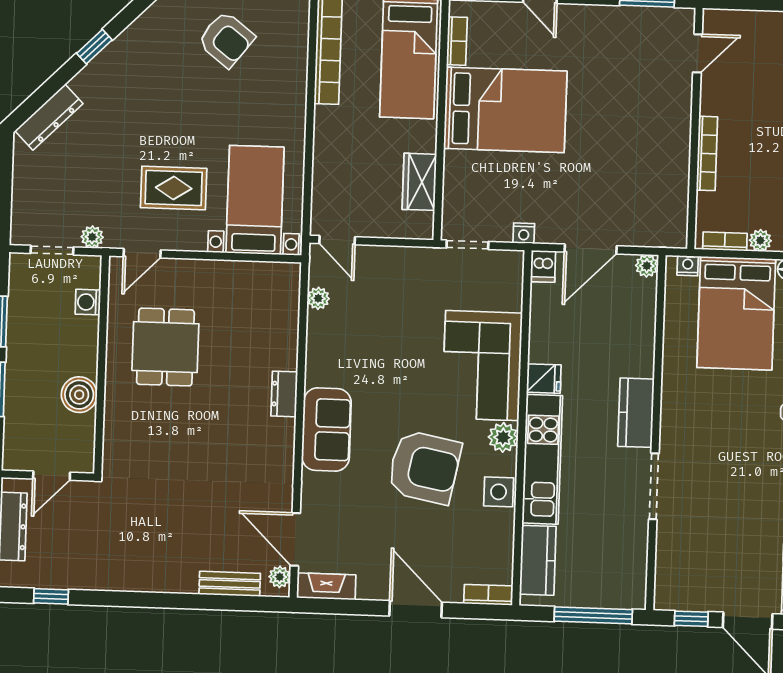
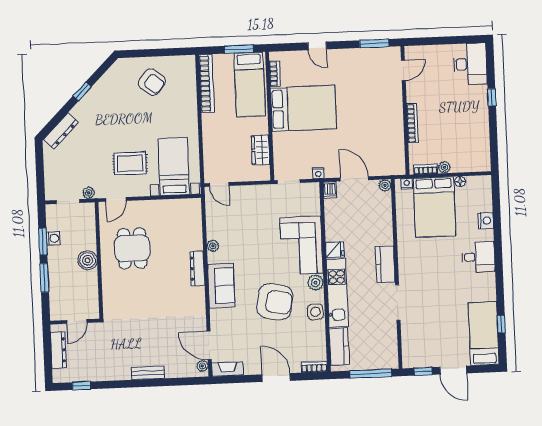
door: (591, 249) -> (354, 179), swing flipped
plant: (318, 298) -> (213, 246), moved
washing machine: (88, 302) -> (53, 238), moved, turned 180
dresser: (284, 394) -> (197, 268), width x1.44
boiler: (79, 395) -> (88, 260), moved
bench: (230, 584) -> (148, 373), moved

